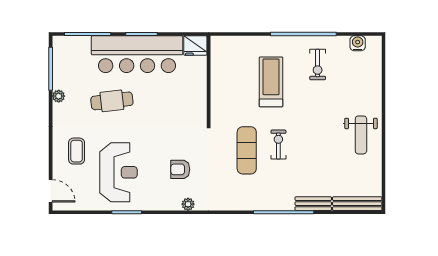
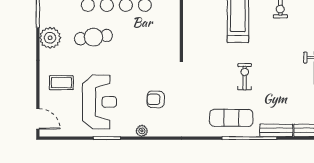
plant: (59, 96) -> (50, 38), width x1.88, depth x1.88
exercise mat: (247, 150) -> (231, 118), moved, turned 90
coffee table: (77, 151) -> (61, 83), turned 90
plant: (188, 204) -> (142, 131), moved

